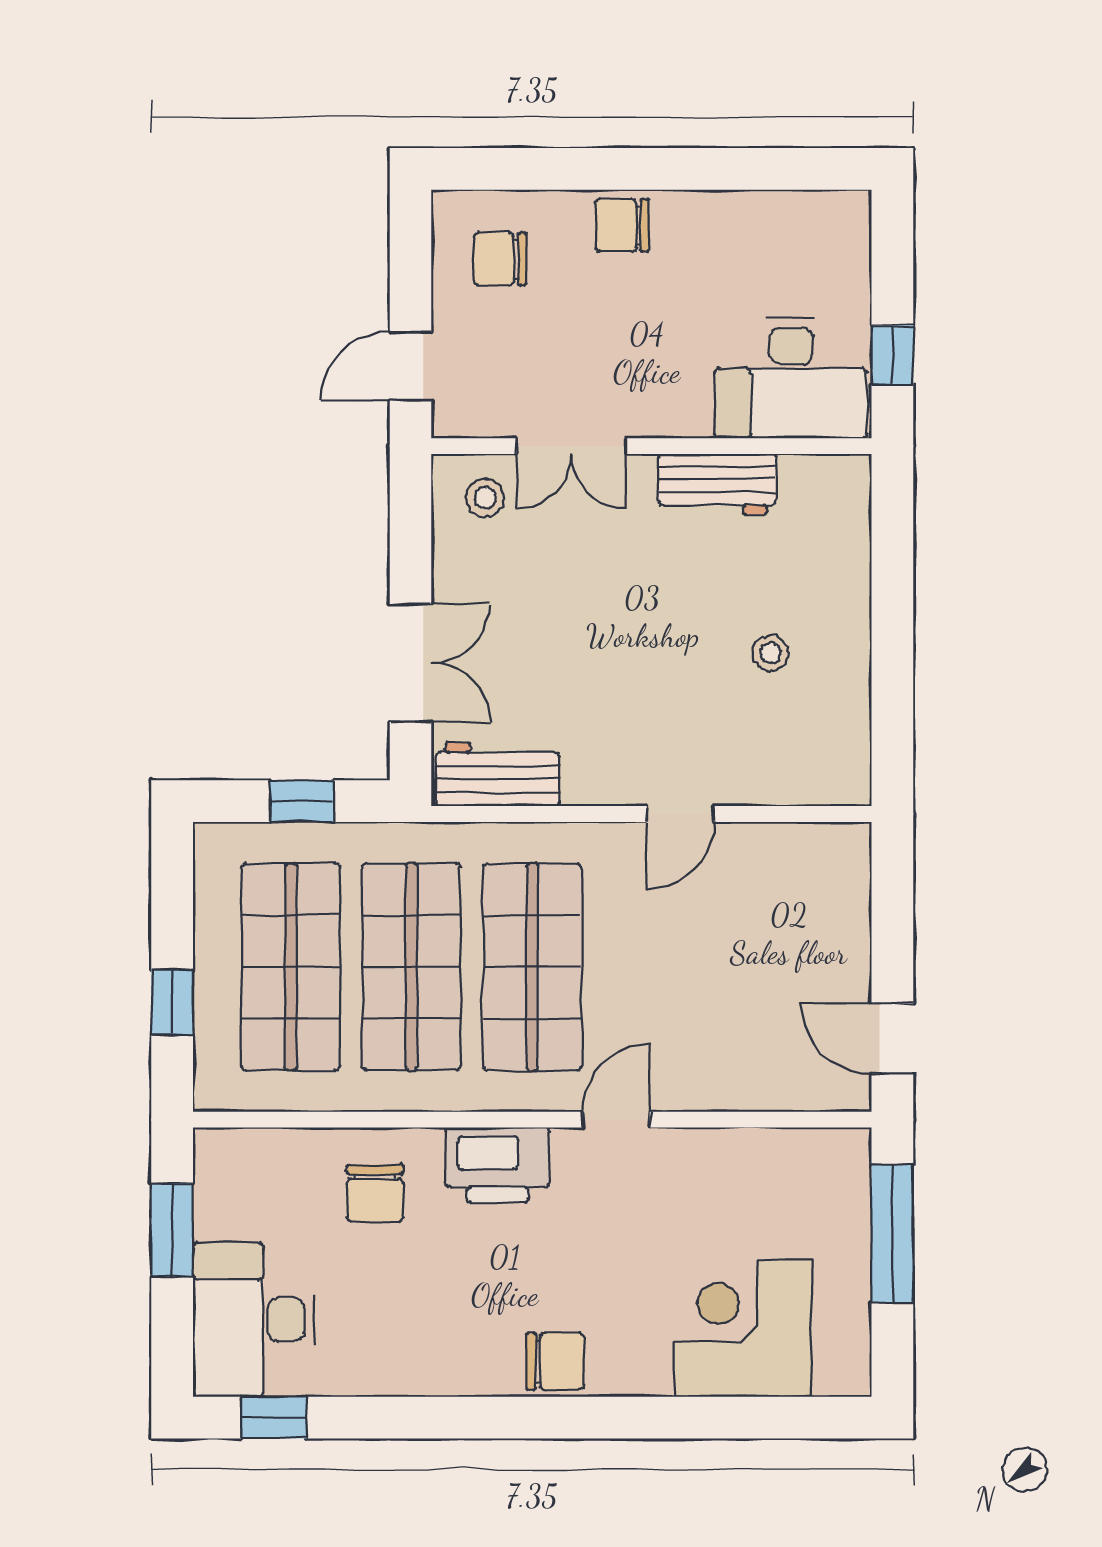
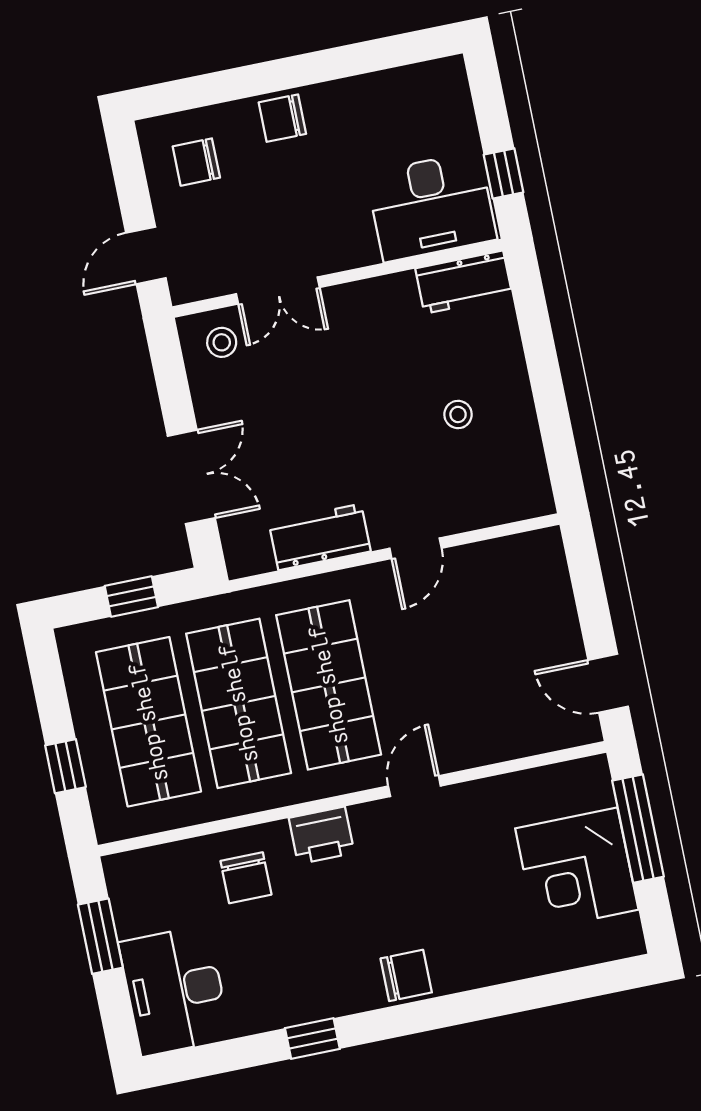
workbench: (717, 484) -> (464, 282), moved
workbench: (498, 774) -> (320, 537), moved
printer: (498, 1165) -> (322, 835), width x0.73, depth x0.84
corner desk: (743, 1328) -> (577, 869), moved, turned -90
window: (274, 1418) -> (312, 1038), moved

